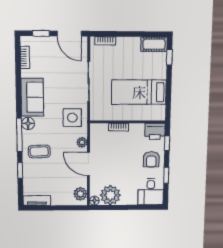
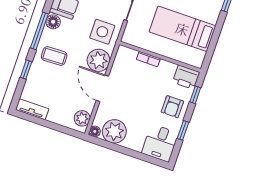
plant: (82, 142) -> (98, 60), width x1.88, depth x1.88

